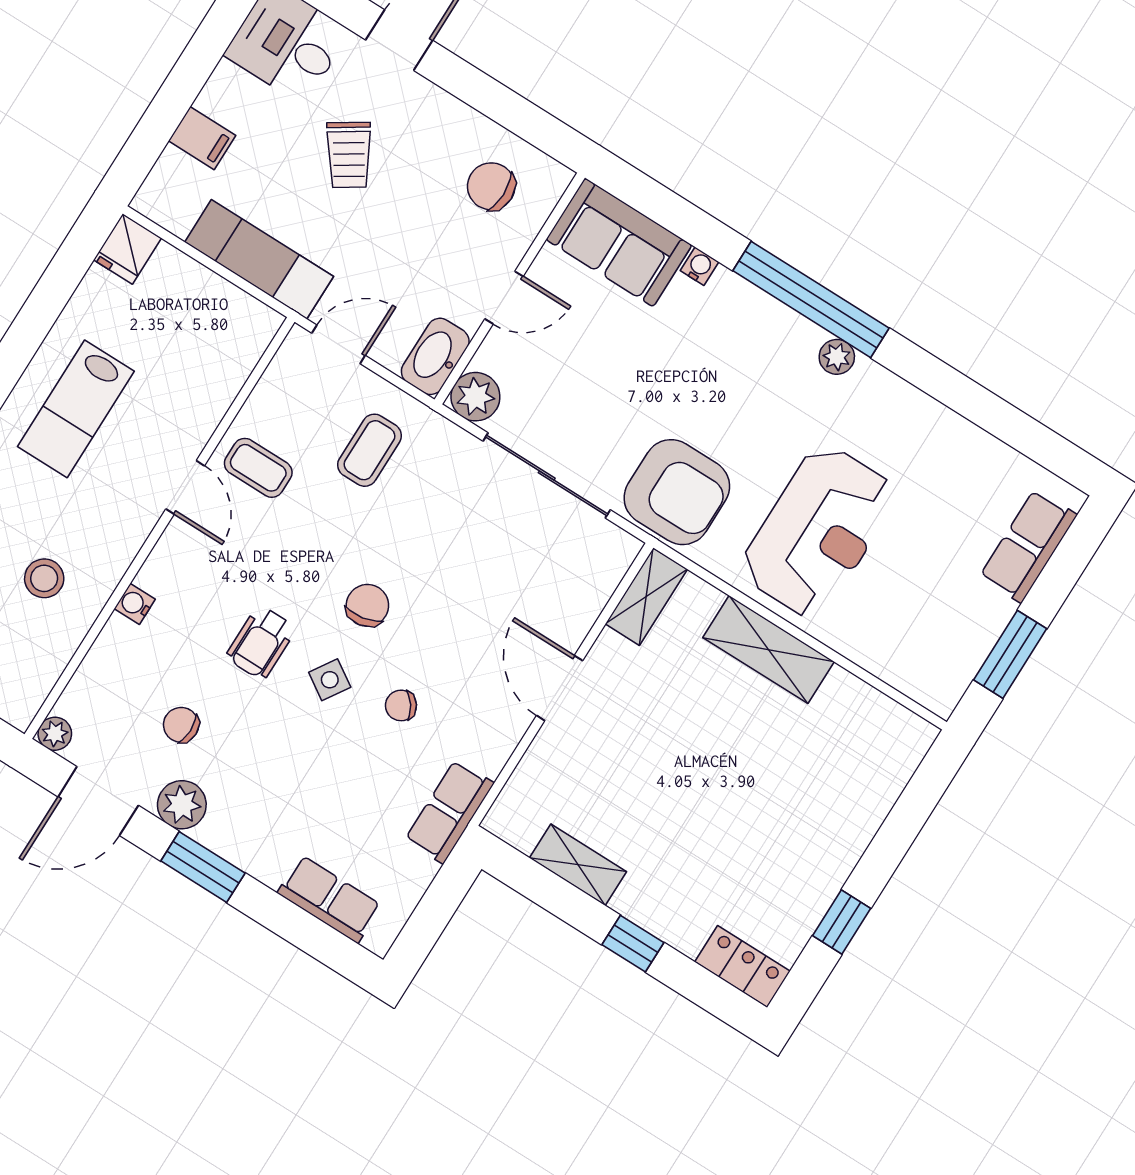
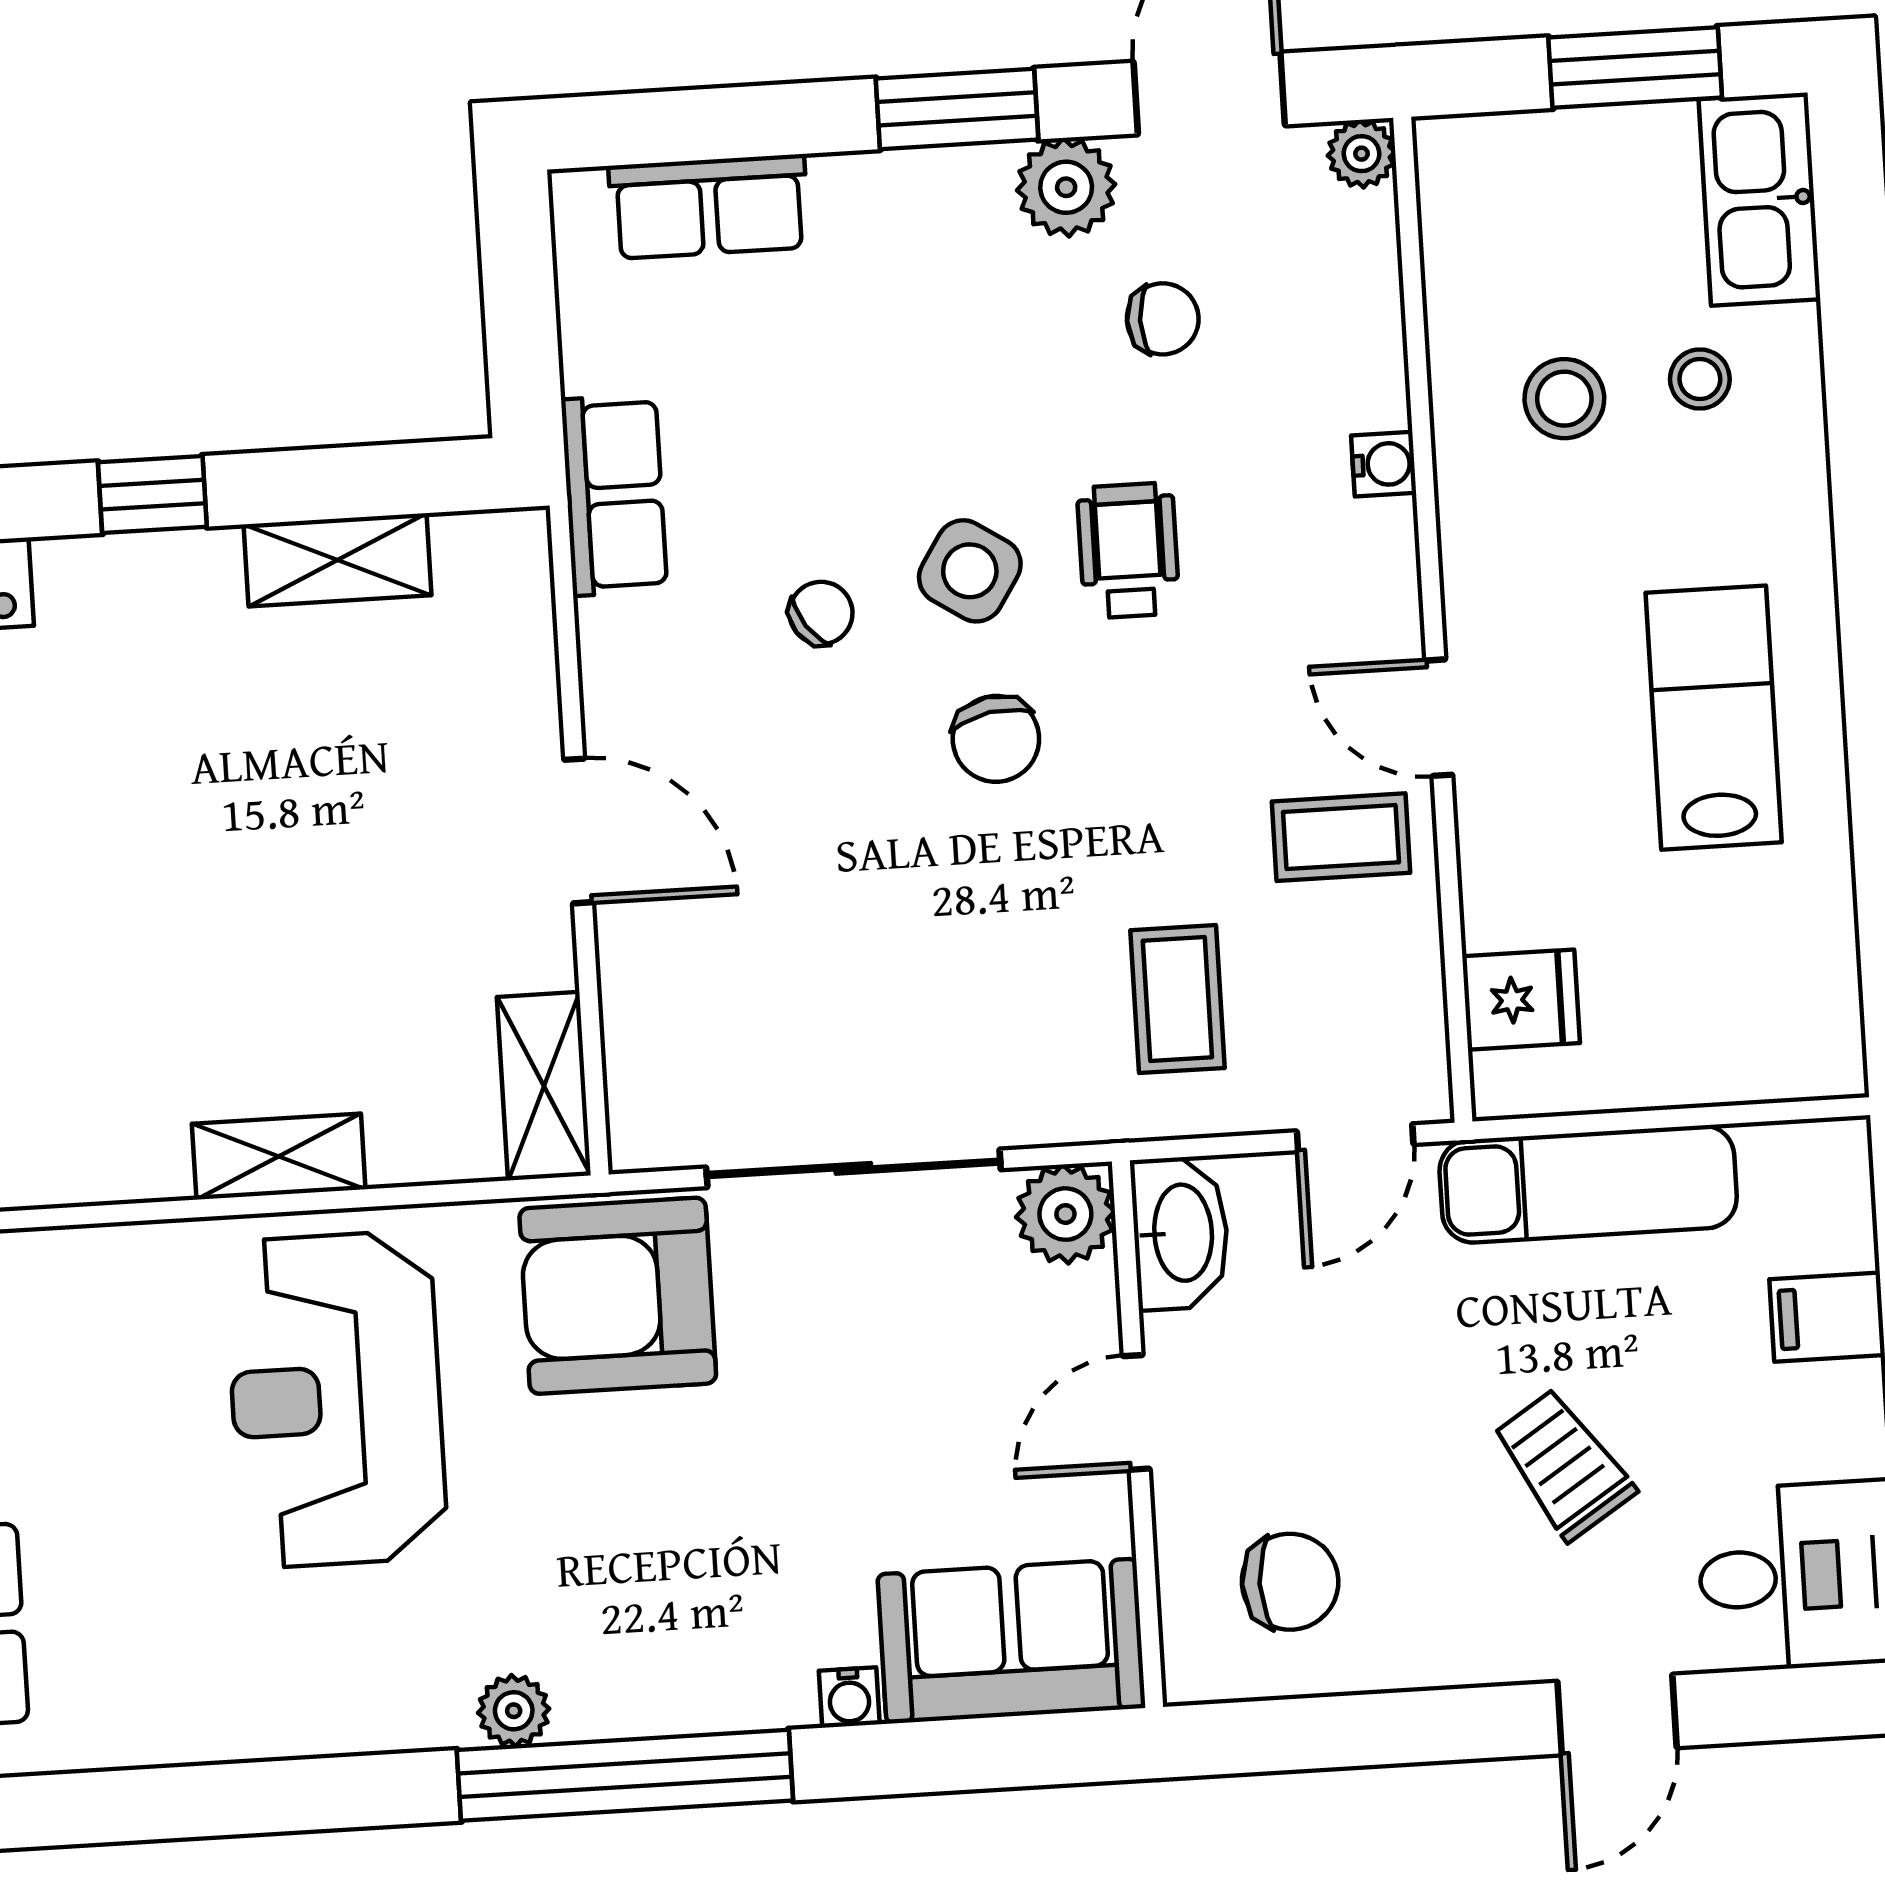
fridge: (127, 249) -> (1521, 1000), moved, turned 90
shelving: (769, 650) -> (279, 1157), width x0.67, depth x0.75
side table: (330, 680) -> (970, 571), width x1.37, depth x1.37

